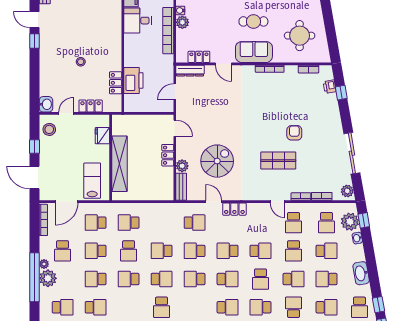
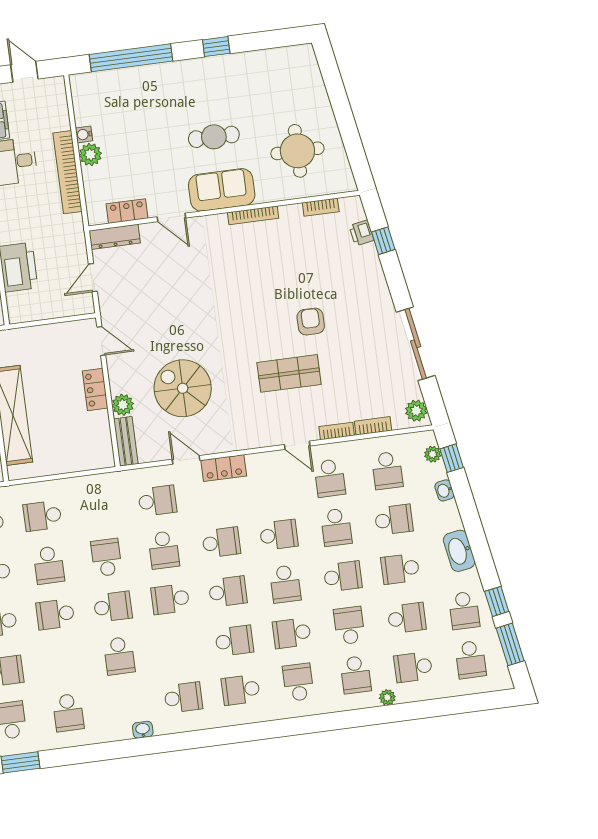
spiral stairs: (217, 161) -> (183, 388), turned -90
plant: (350, 222) -> (433, 454), width x0.53, depth x0.53
school desk: (162, 251) -> (106, 558), turned 90
school desk: (195, 251) -> (164, 550), turned -90
school desk: (228, 251) -> (221, 542), turned 180

